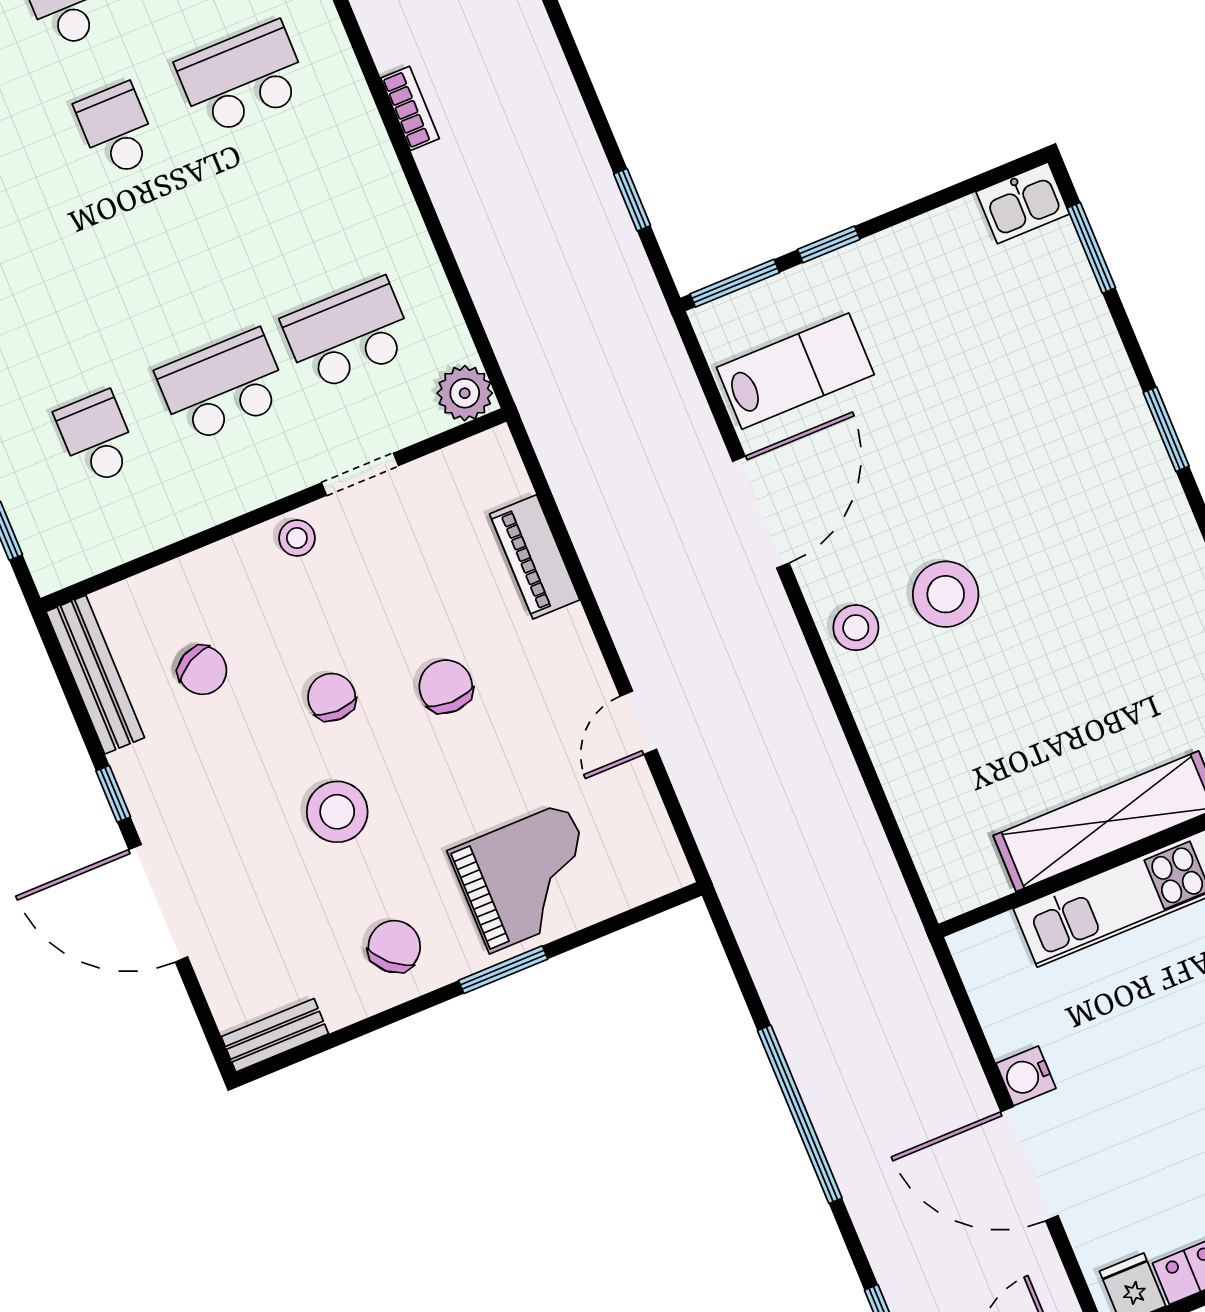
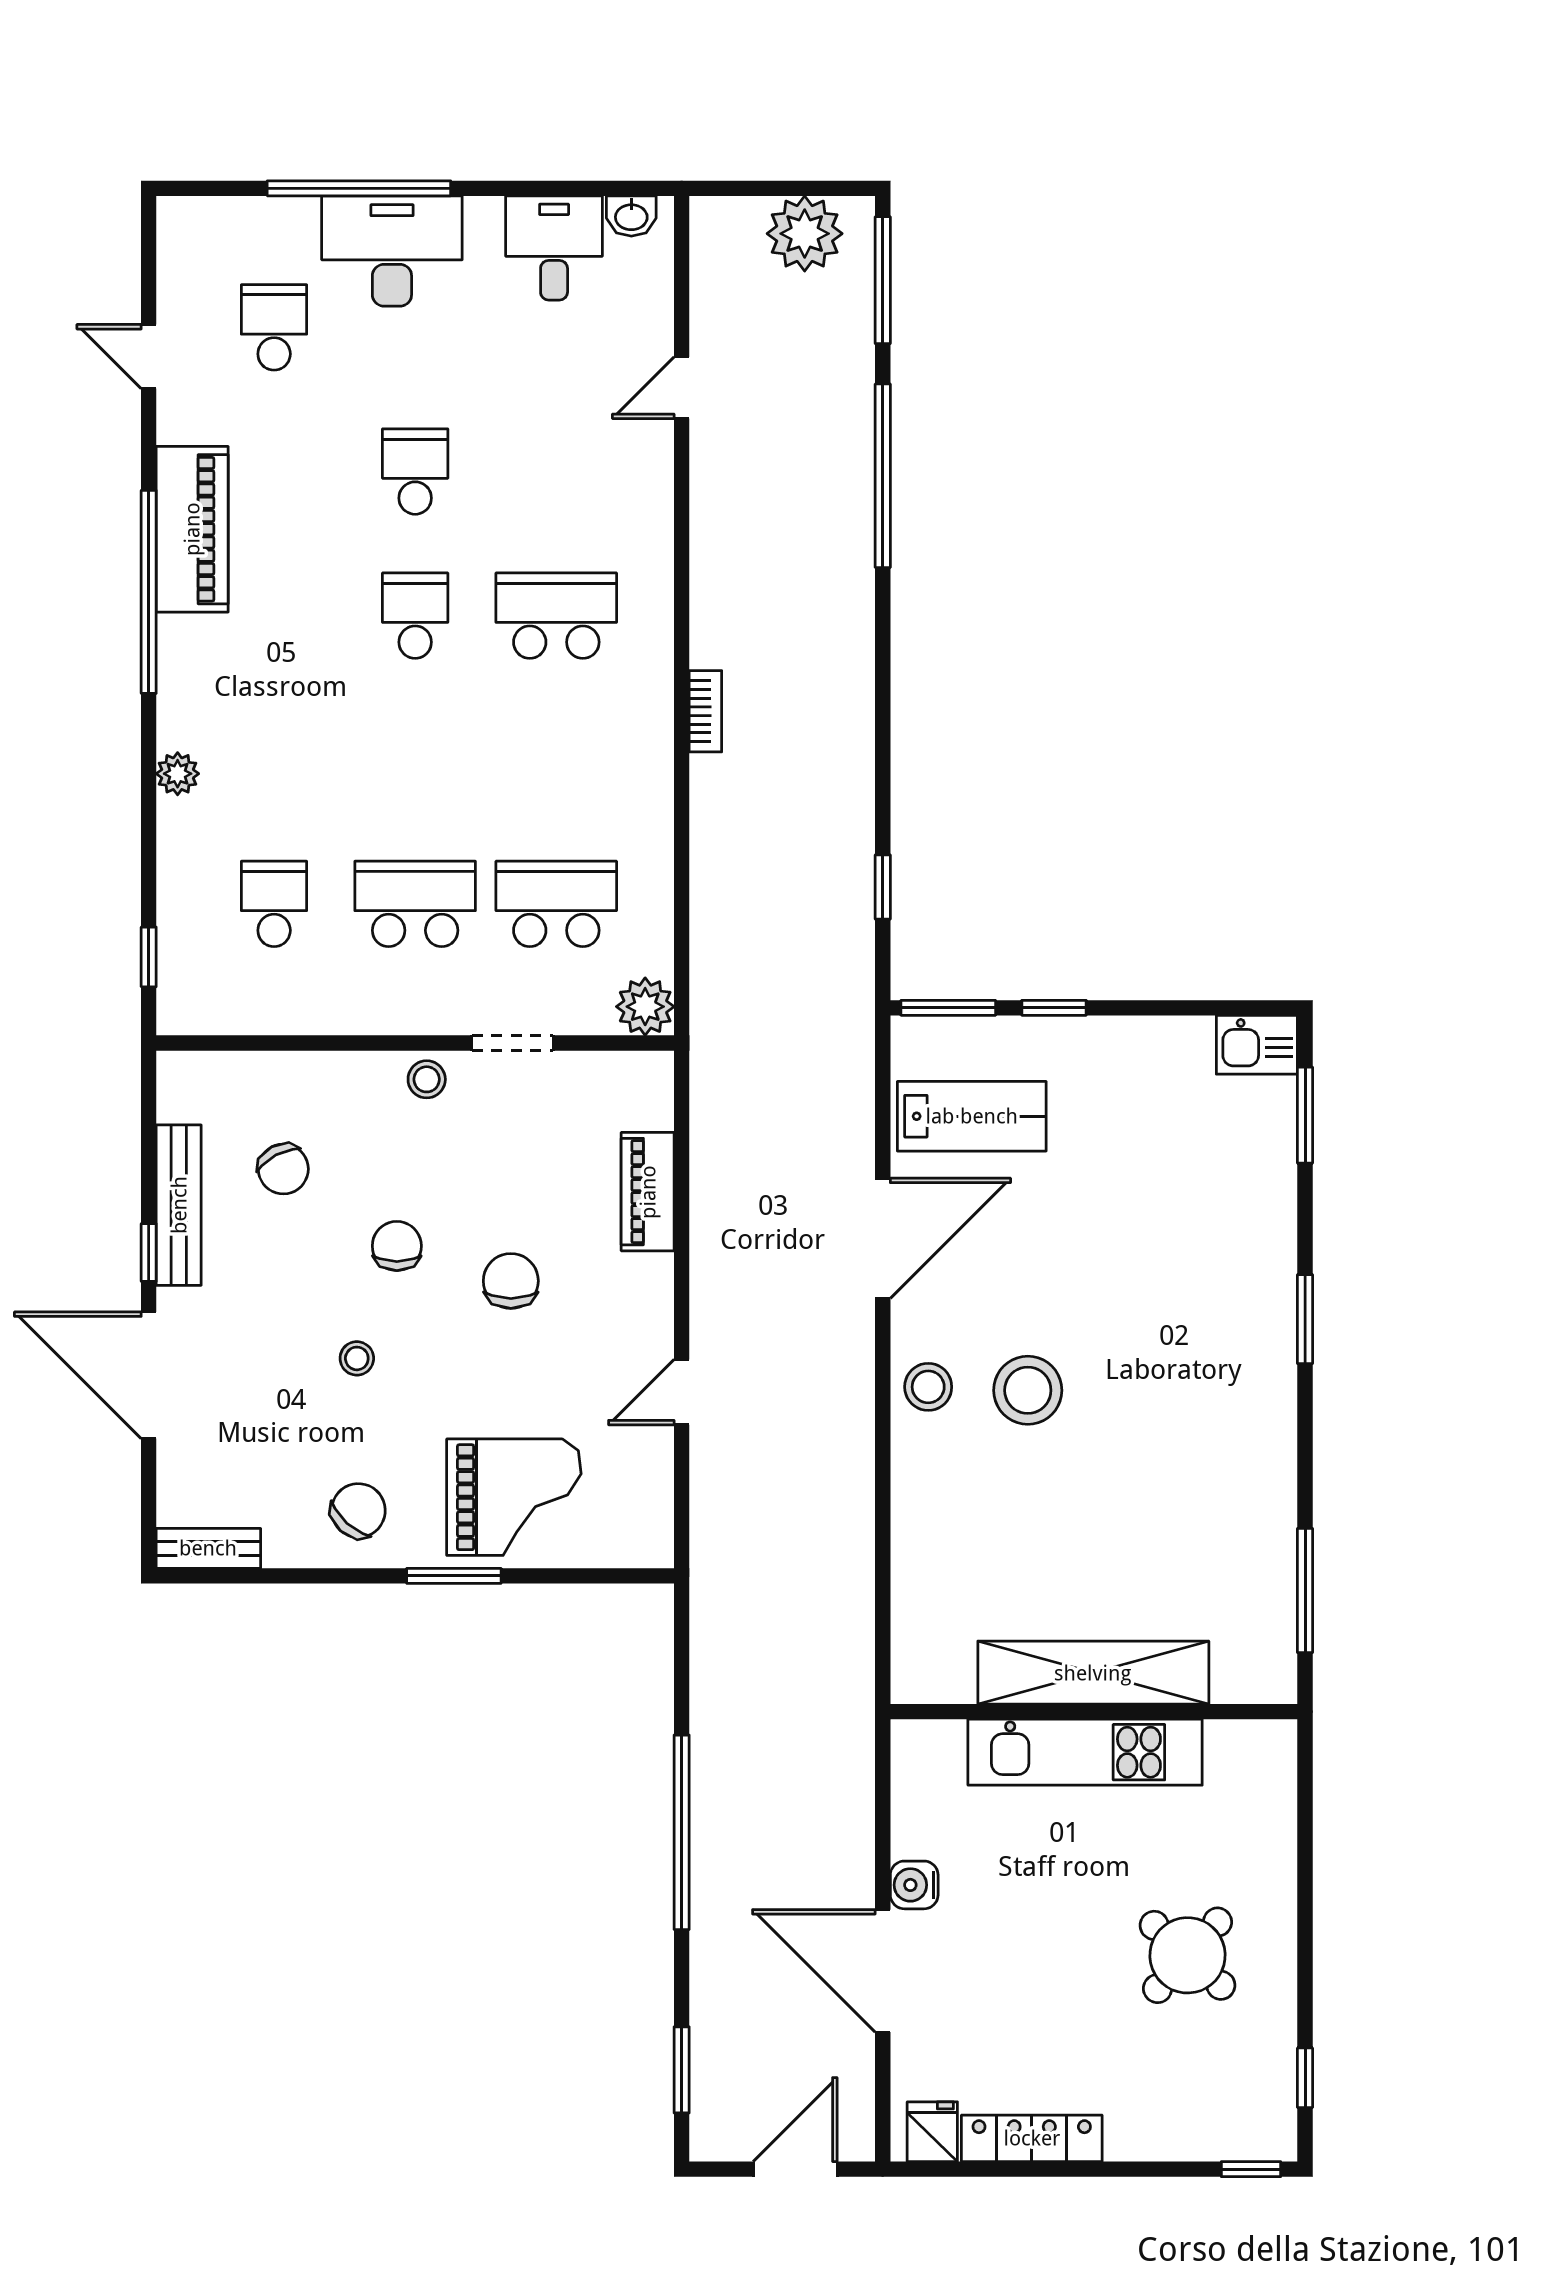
bench: (95, 675) -> (179, 1205), moved
stool: (337, 812) -> (357, 1358), width x0.53, depth x0.53

